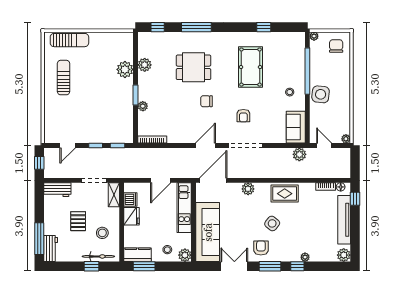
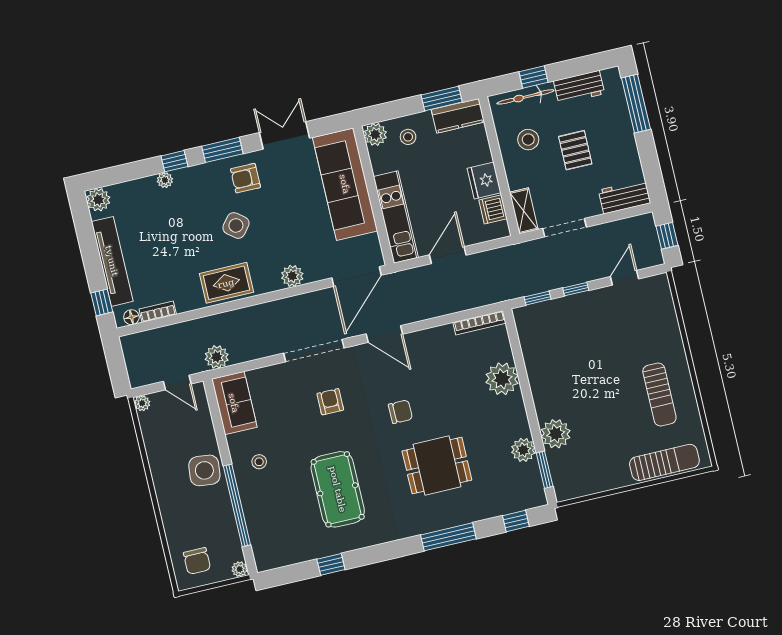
sun lounger: (69, 40) -> (664, 462), turned 180
window: (136, 95) -> (545, 470), moved
plant: (143, 106) -> (502, 379), width x1.87, depth x1.87
door: (205, 146) -> (384, 334), hinge flipped
workbench: (51, 248) -> (579, 87), moved, turned -90
armchair: (261, 248) -> (245, 178), turned 90
double door: (234, 266) -> (285, 135), swing flipped

